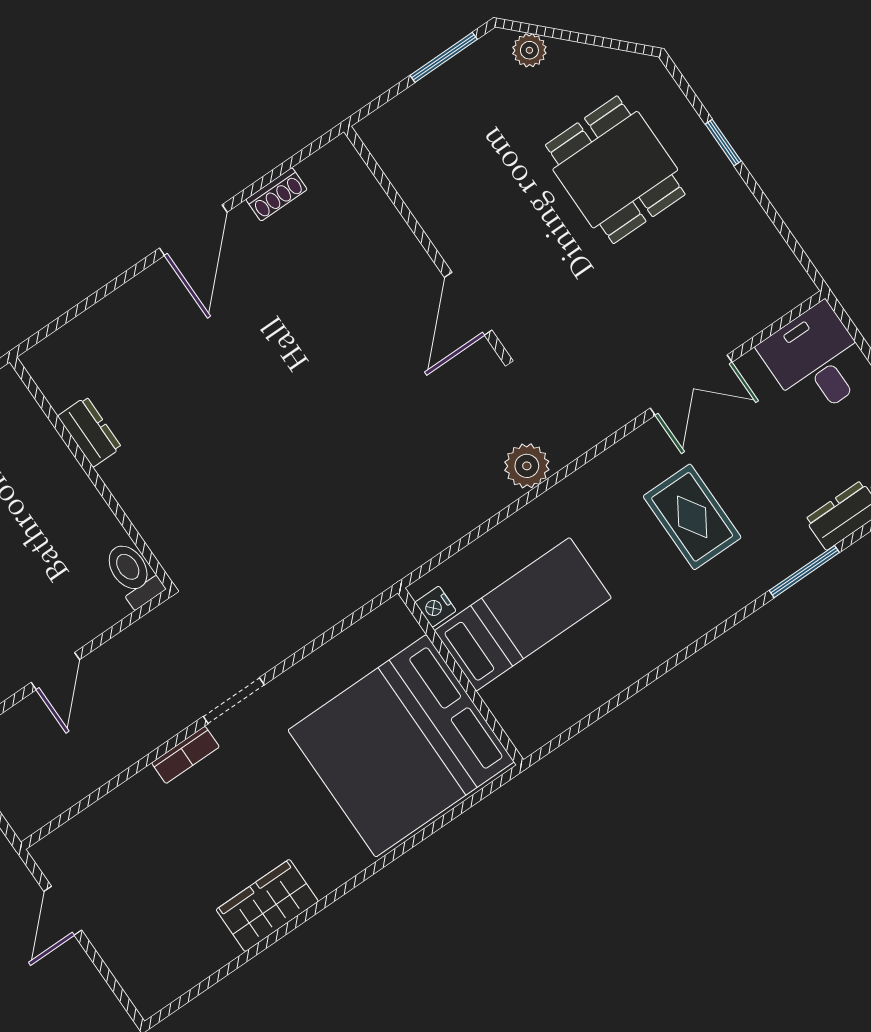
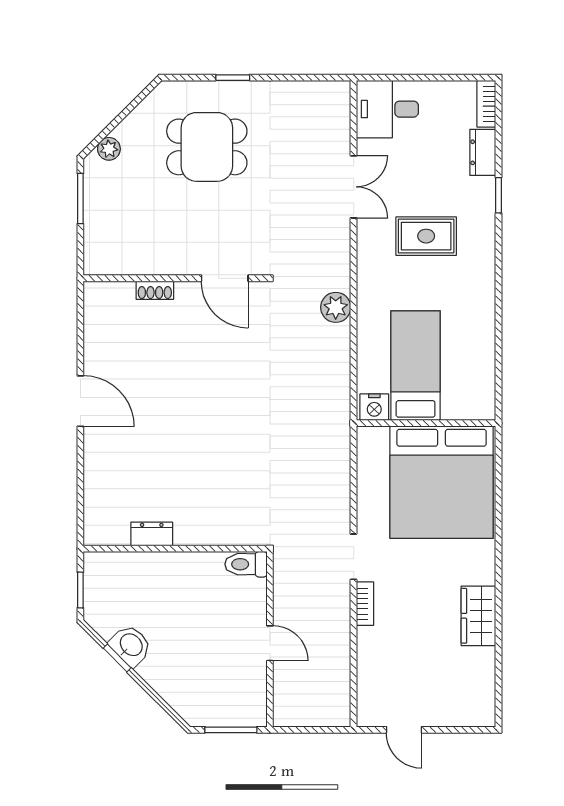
shoe rack: (276, 194) -> (155, 290), moved, turned 90
window: (804, 572) -> (498, 195), width x0.67
nightstand: (435, 607) -> (374, 407), width x1.39, depth x1.35

